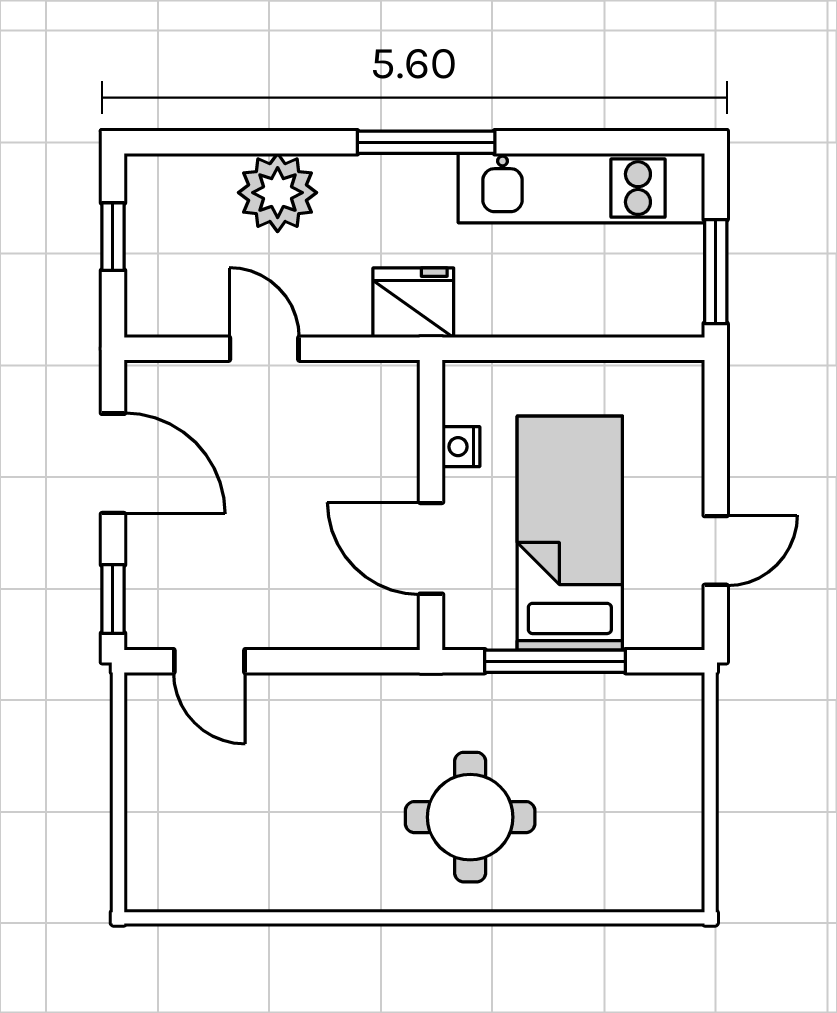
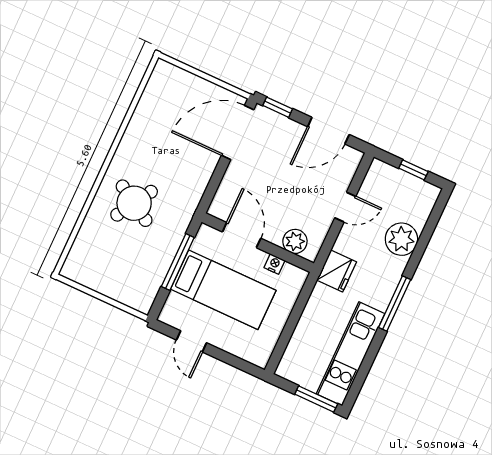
window: (716, 272) -> (316, 399), moved
plant: (391, 424) -> (295, 241), added
door: (431, 548) -> (242, 235), hinge flipped
door: (209, 661) -> (238, 132), width x1.87
round table: (470, 817) -> (134, 203), turned 31

